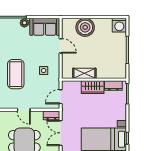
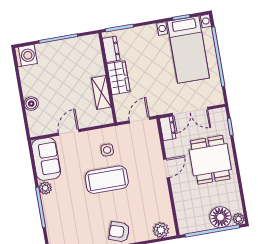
boiler: (85, 27) -> (31, 104), width x0.54, depth x0.54
coffee table: (16, 74) -> (107, 180), moved
door: (61, 97) -> (139, 120), swing flipped

